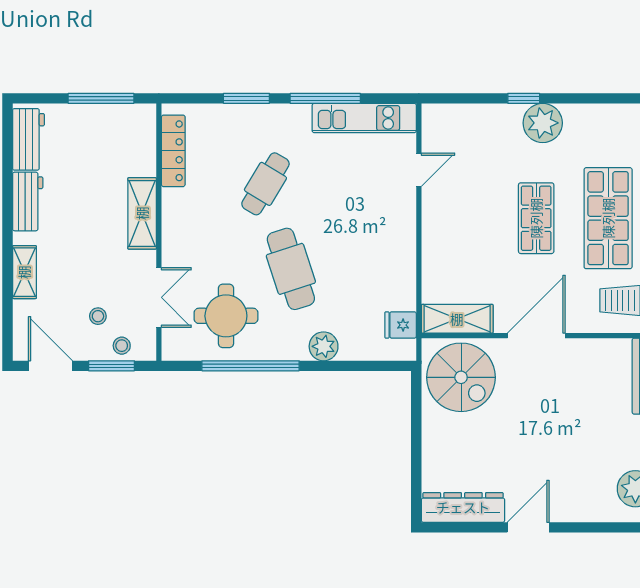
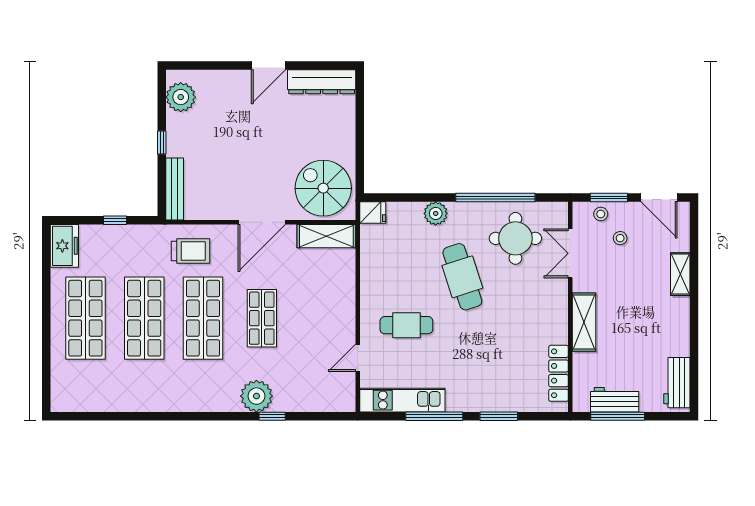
cafe table: (265, 184) -> (406, 325), moved, turned 59
workbench: (28, 201) -> (615, 400), moved, turned 90
fridge: (401, 325) -> (373, 212), moved

